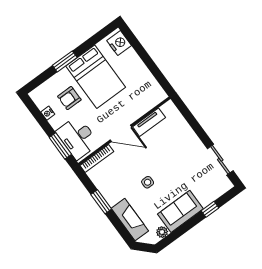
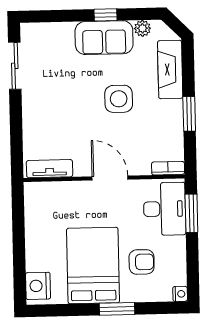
nightstand: (48, 113) -> (180, 294), moved
tv unit: (149, 122) -> (50, 169), moved
bookcase: (97, 158) -> (168, 168), width x0.64
side table: (148, 182) -> (119, 99), width x1.87, depth x1.87
window: (210, 209) -> (105, 15), moved

